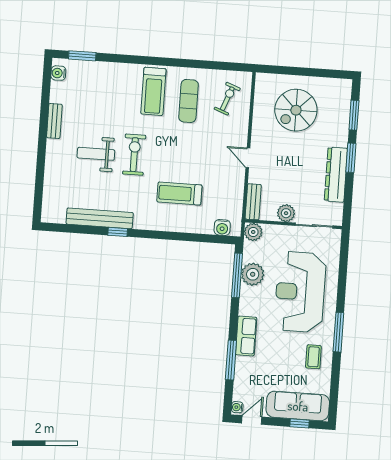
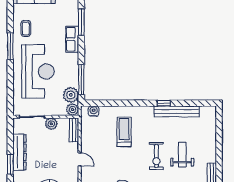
weight bench: (96, 154) -> (182, 155), turned -90
treadmill: (179, 193) -> (124, 132), turned -90
plant: (253, 274) -> (71, 95), moved

